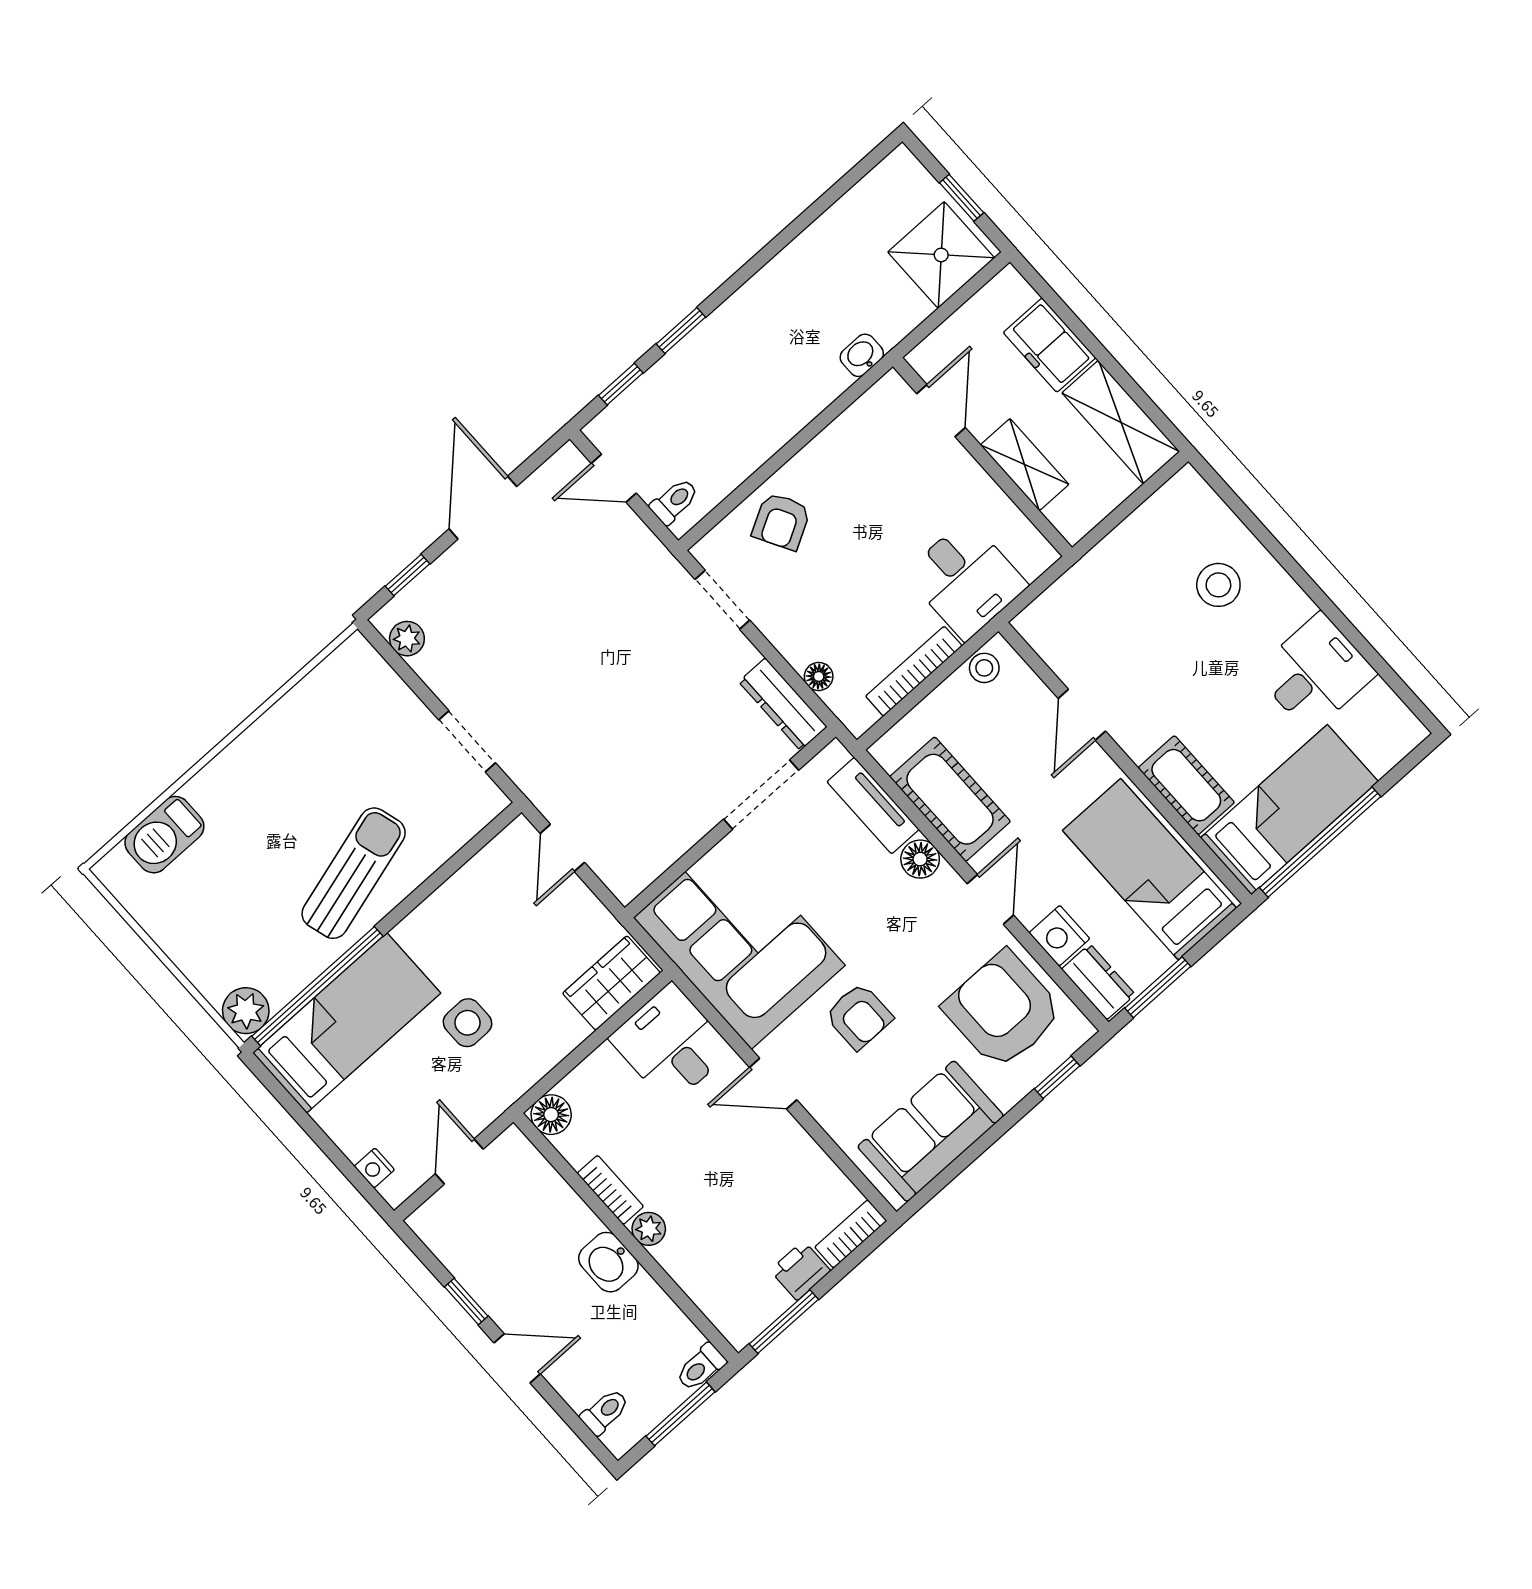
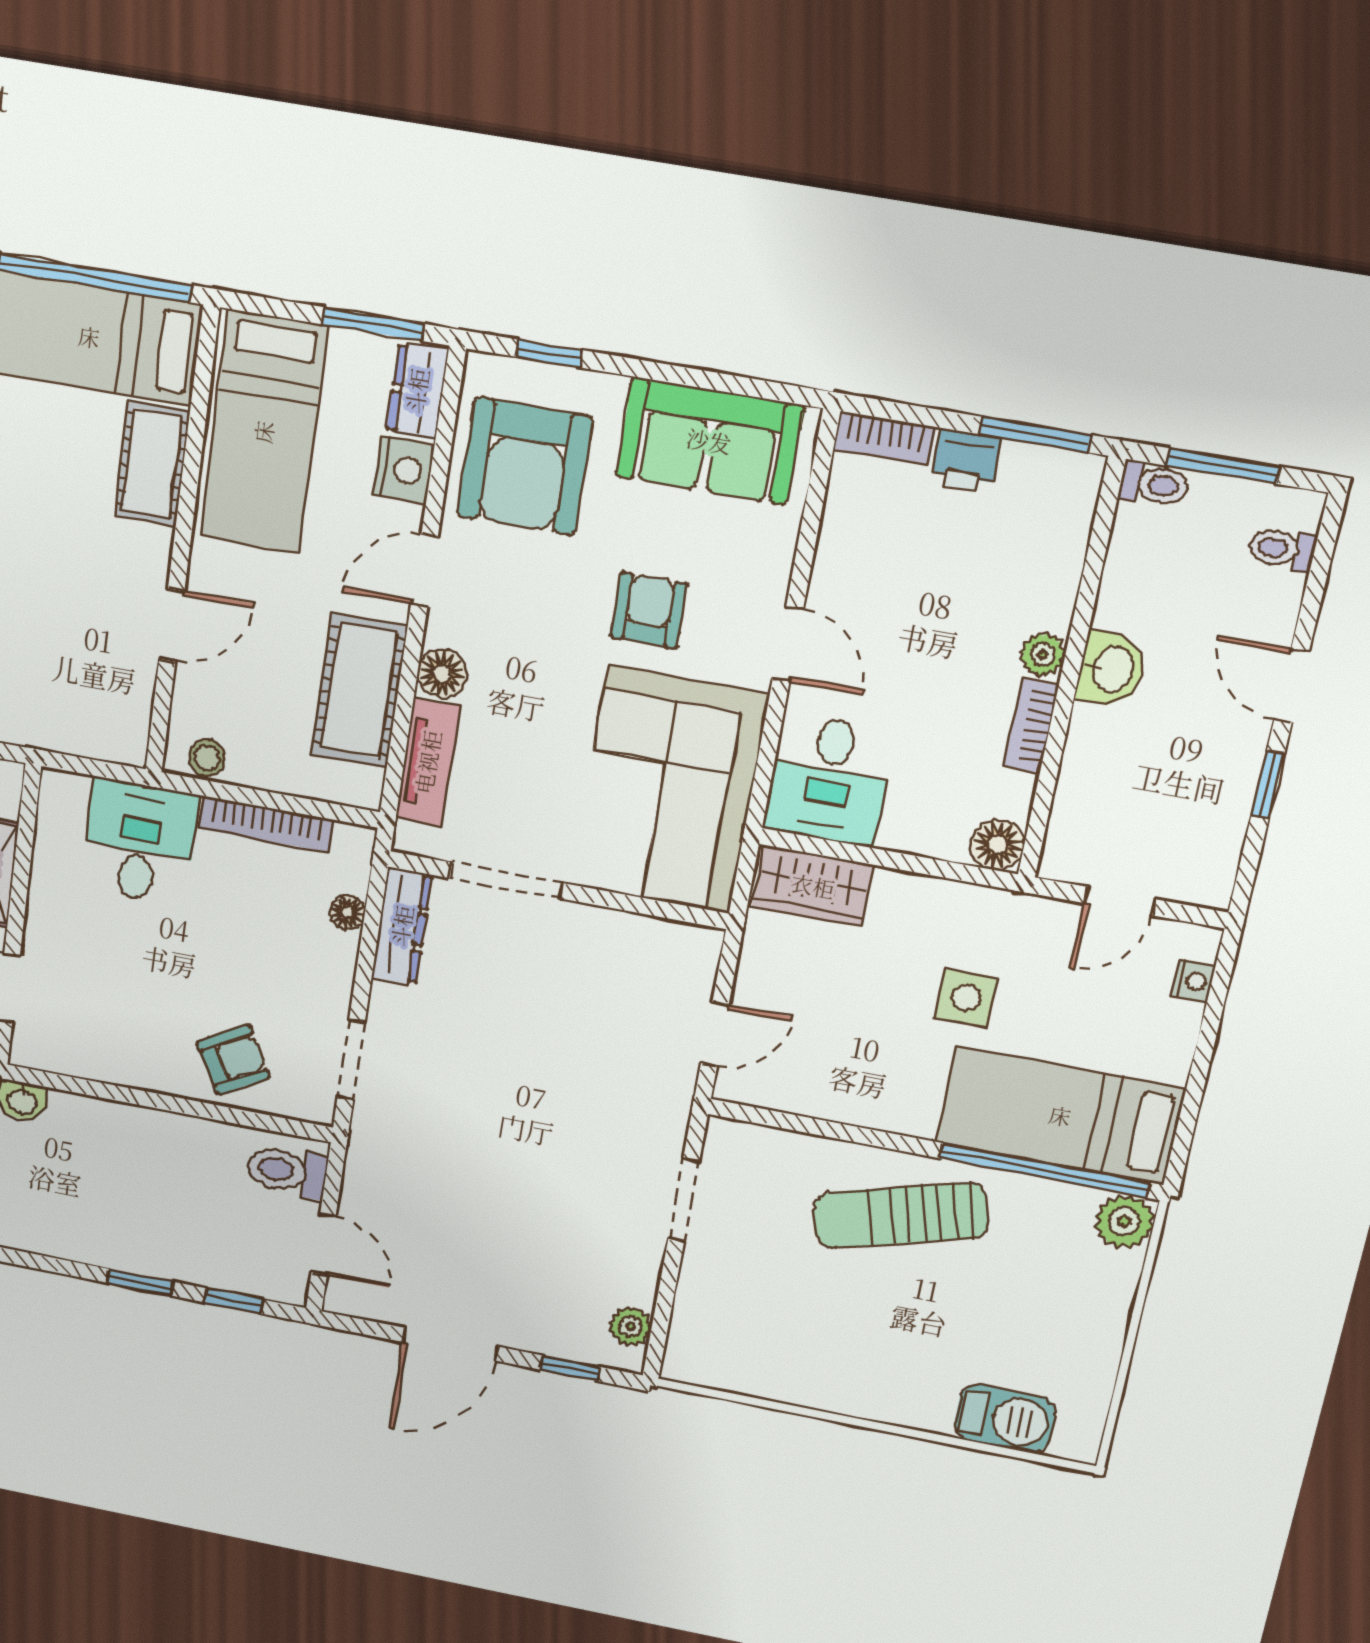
toilet: (674, 501) -> (287, 1171), width x1.37, depth x1.39

